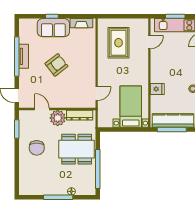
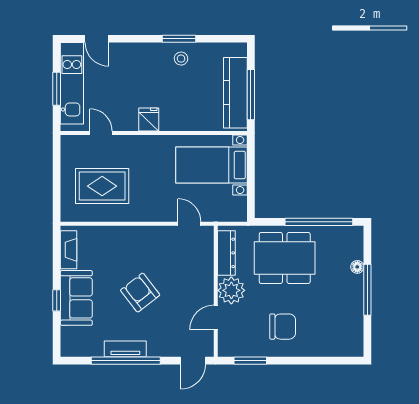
fridge: (157, 89) -> (149, 120), moved
dining table: (77, 149) -> (285, 258), turned 90

